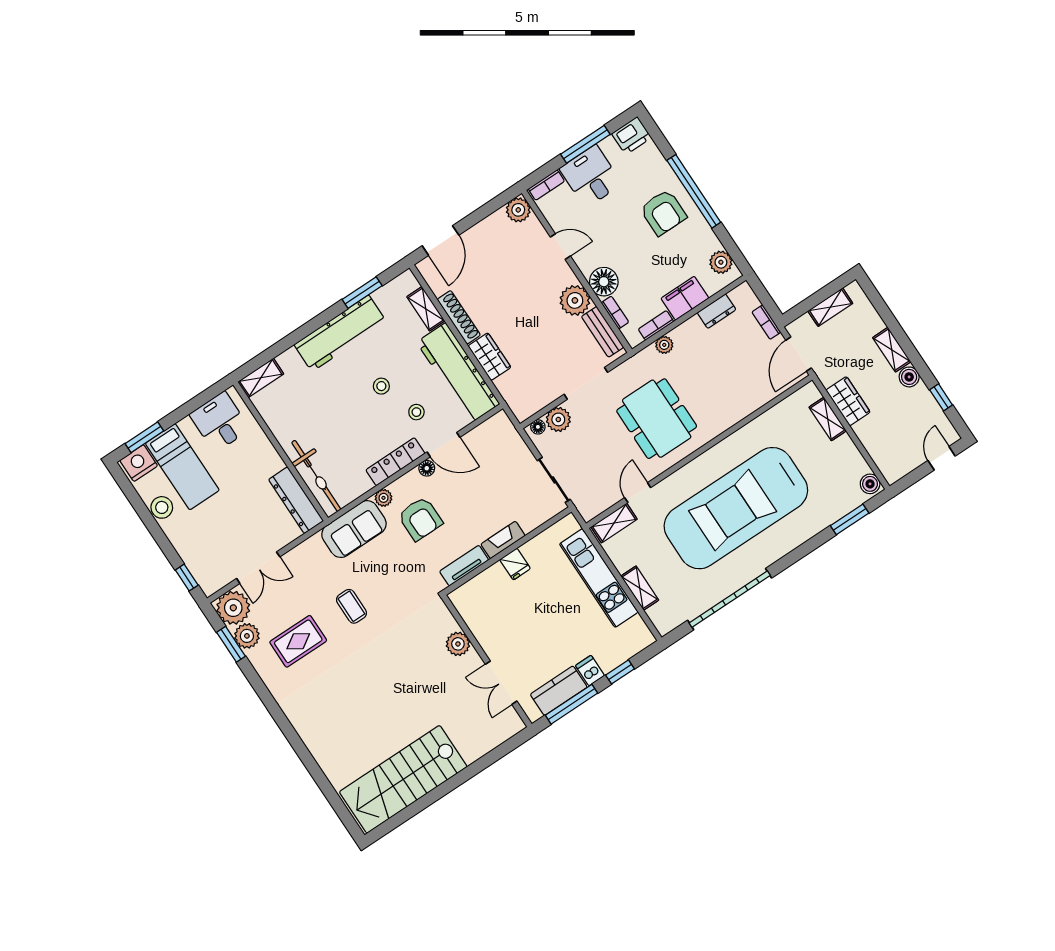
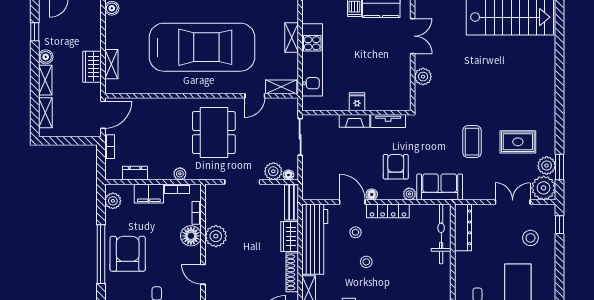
armchair: (663, 212) -> (128, 254), width x1.36, depth x1.36
shelving: (830, 307) -> (45, 113), moved, turned 90
bench: (603, 332) -> (292, 202), moved
stool: (162, 507) -> (530, 238), moved
coffee table: (351, 606) -> (472, 142), width x1.36, depth x1.30

